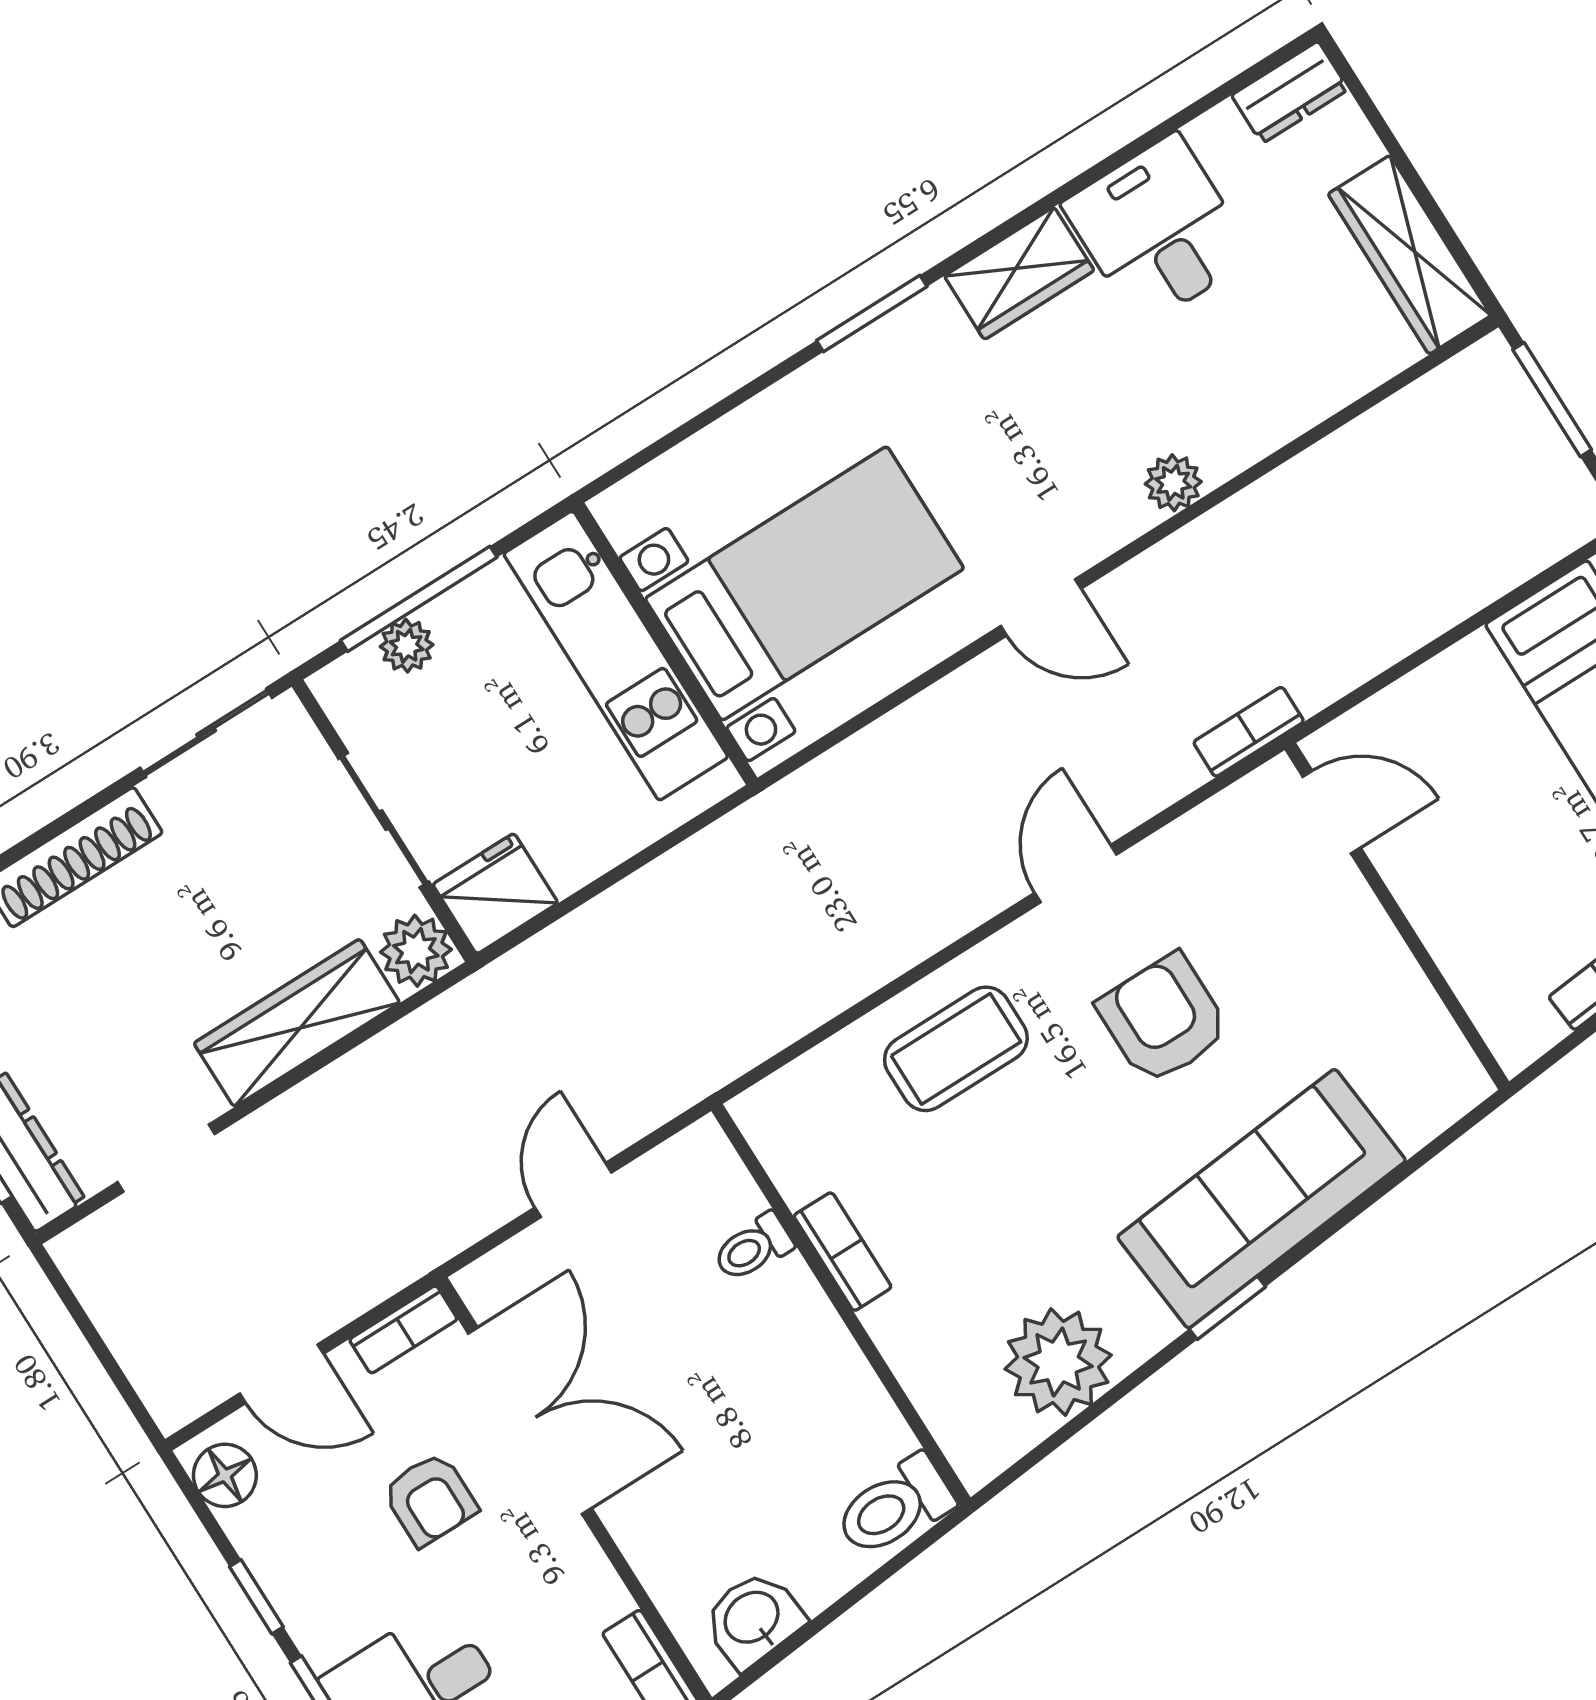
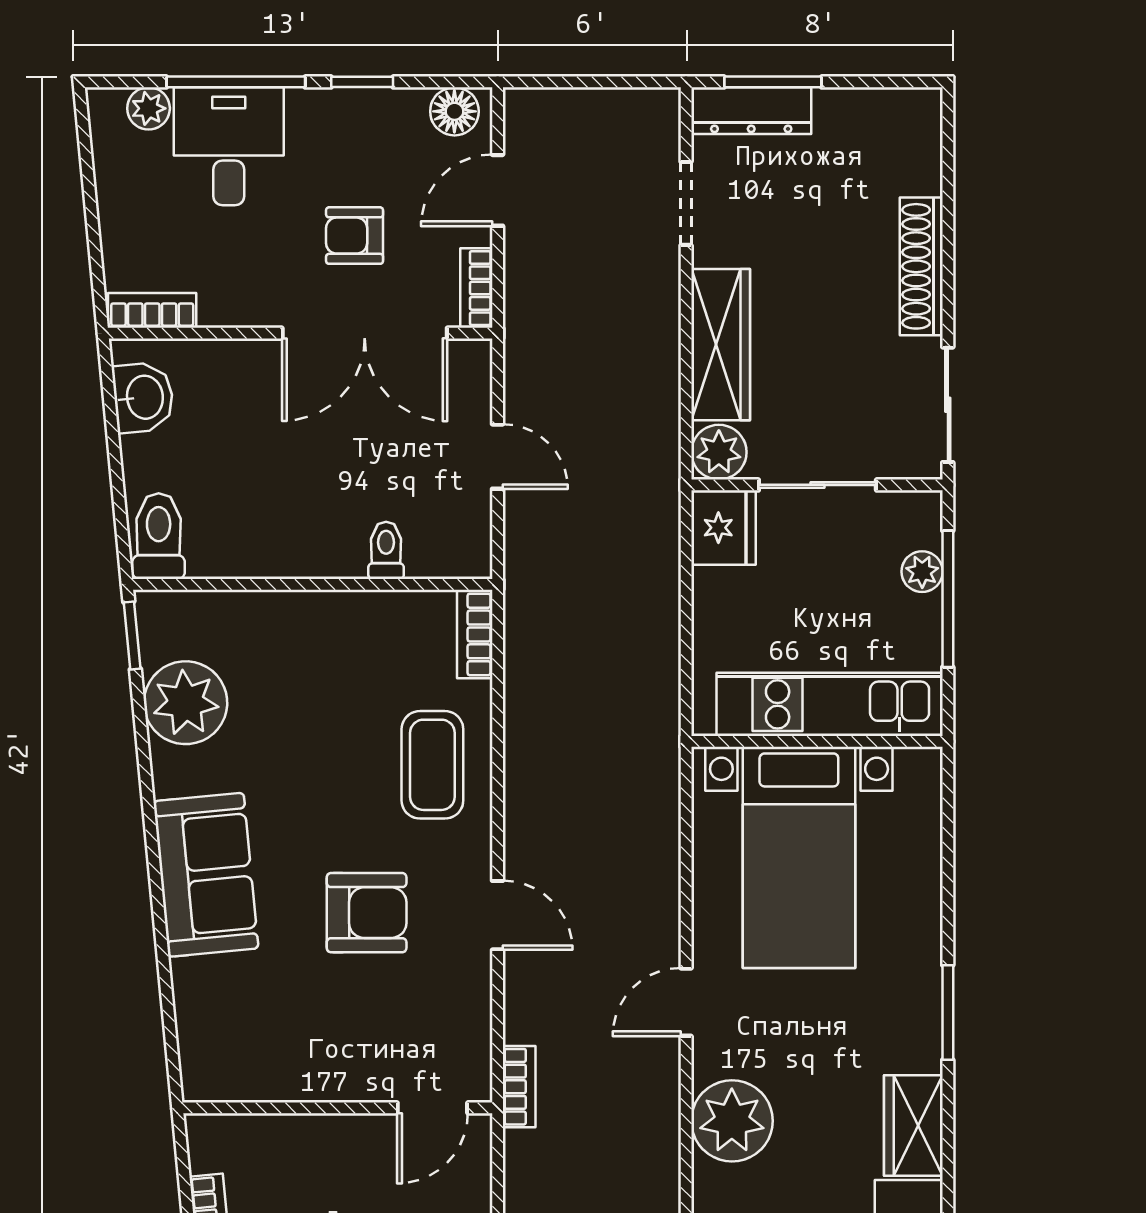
plant: (1173, 483) -> (732, 1121), width x1.88, depth x1.88
sofa: (1262, 1199) -> (206, 875), width x0.73
bookcase: (843, 1252) -> (475, 634), moved, turned 90
window: (1227, 1308) -> (132, 635), moved

